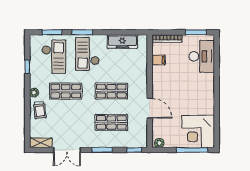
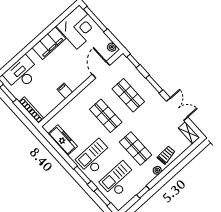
checkout: (87, 54) -> (95, 157), turned 180
filing cabinet: (159, 60) -> (65, 91), moved
filing cabinet: (206, 98) -> (49, 43), added
door: (150, 108) -> (101, 70), moved

